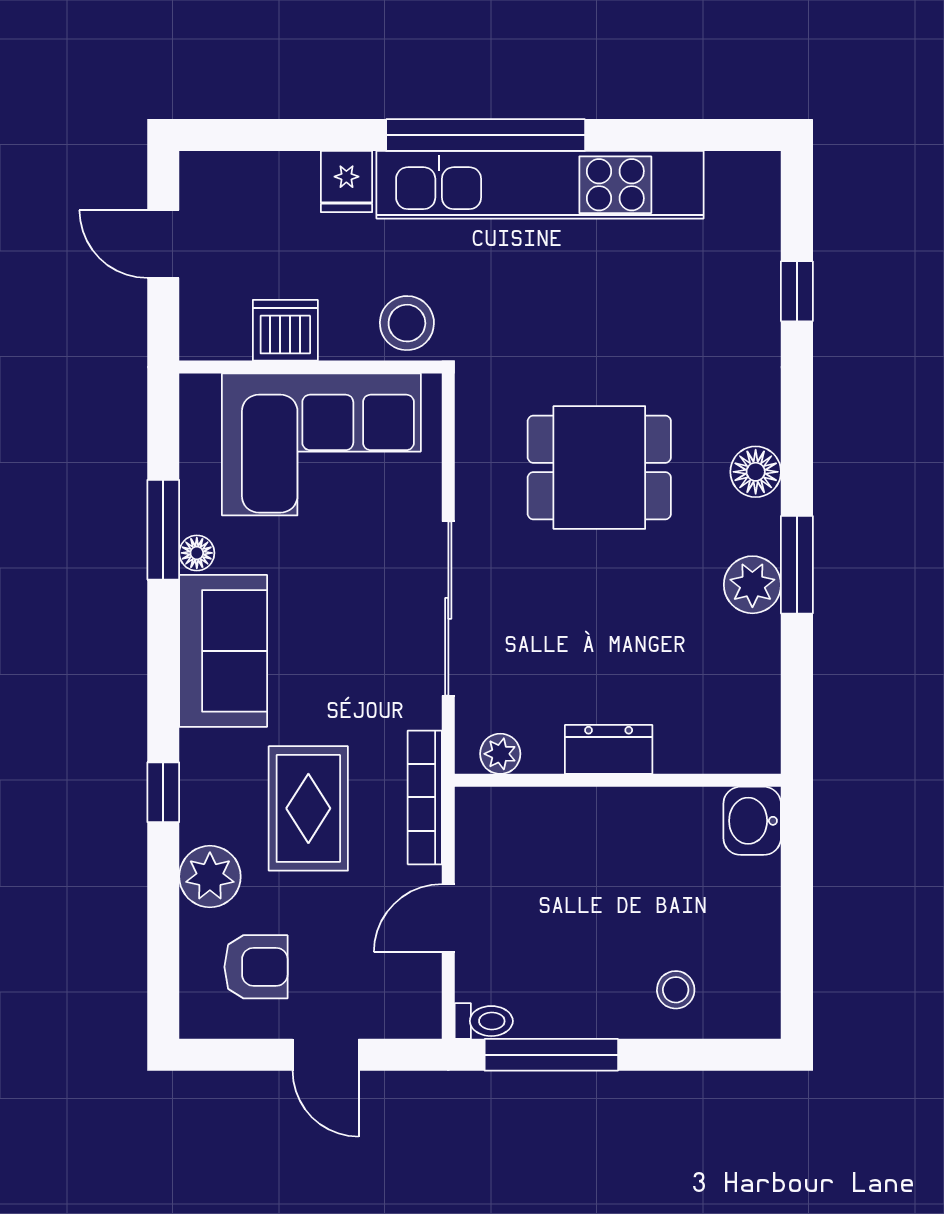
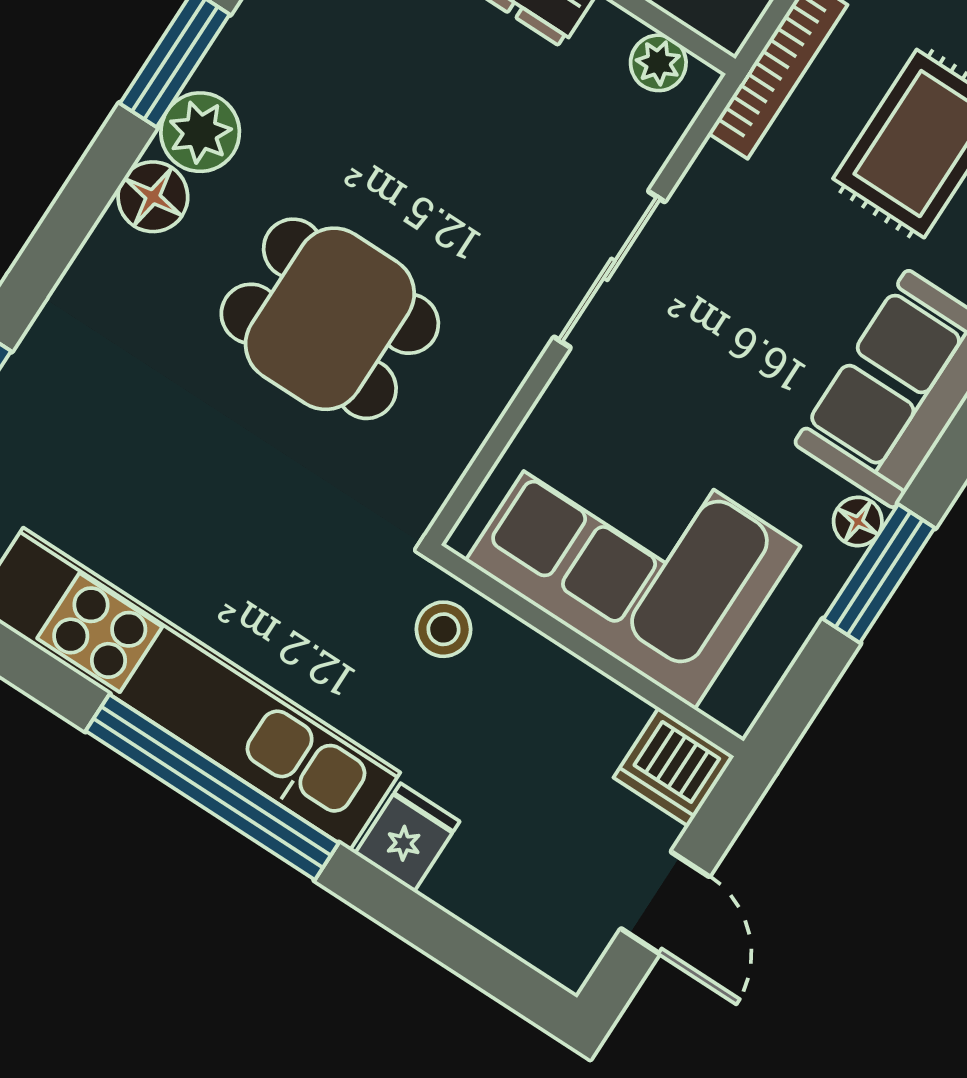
stool: (407, 323) -> (443, 629), width x0.73, depth x0.73
dishwasher: (285, 330) -> (674, 767), moved
plant: (752, 585) -> (200, 132), moved
sliding door: (448, 608) -> (609, 269), width x0.73

